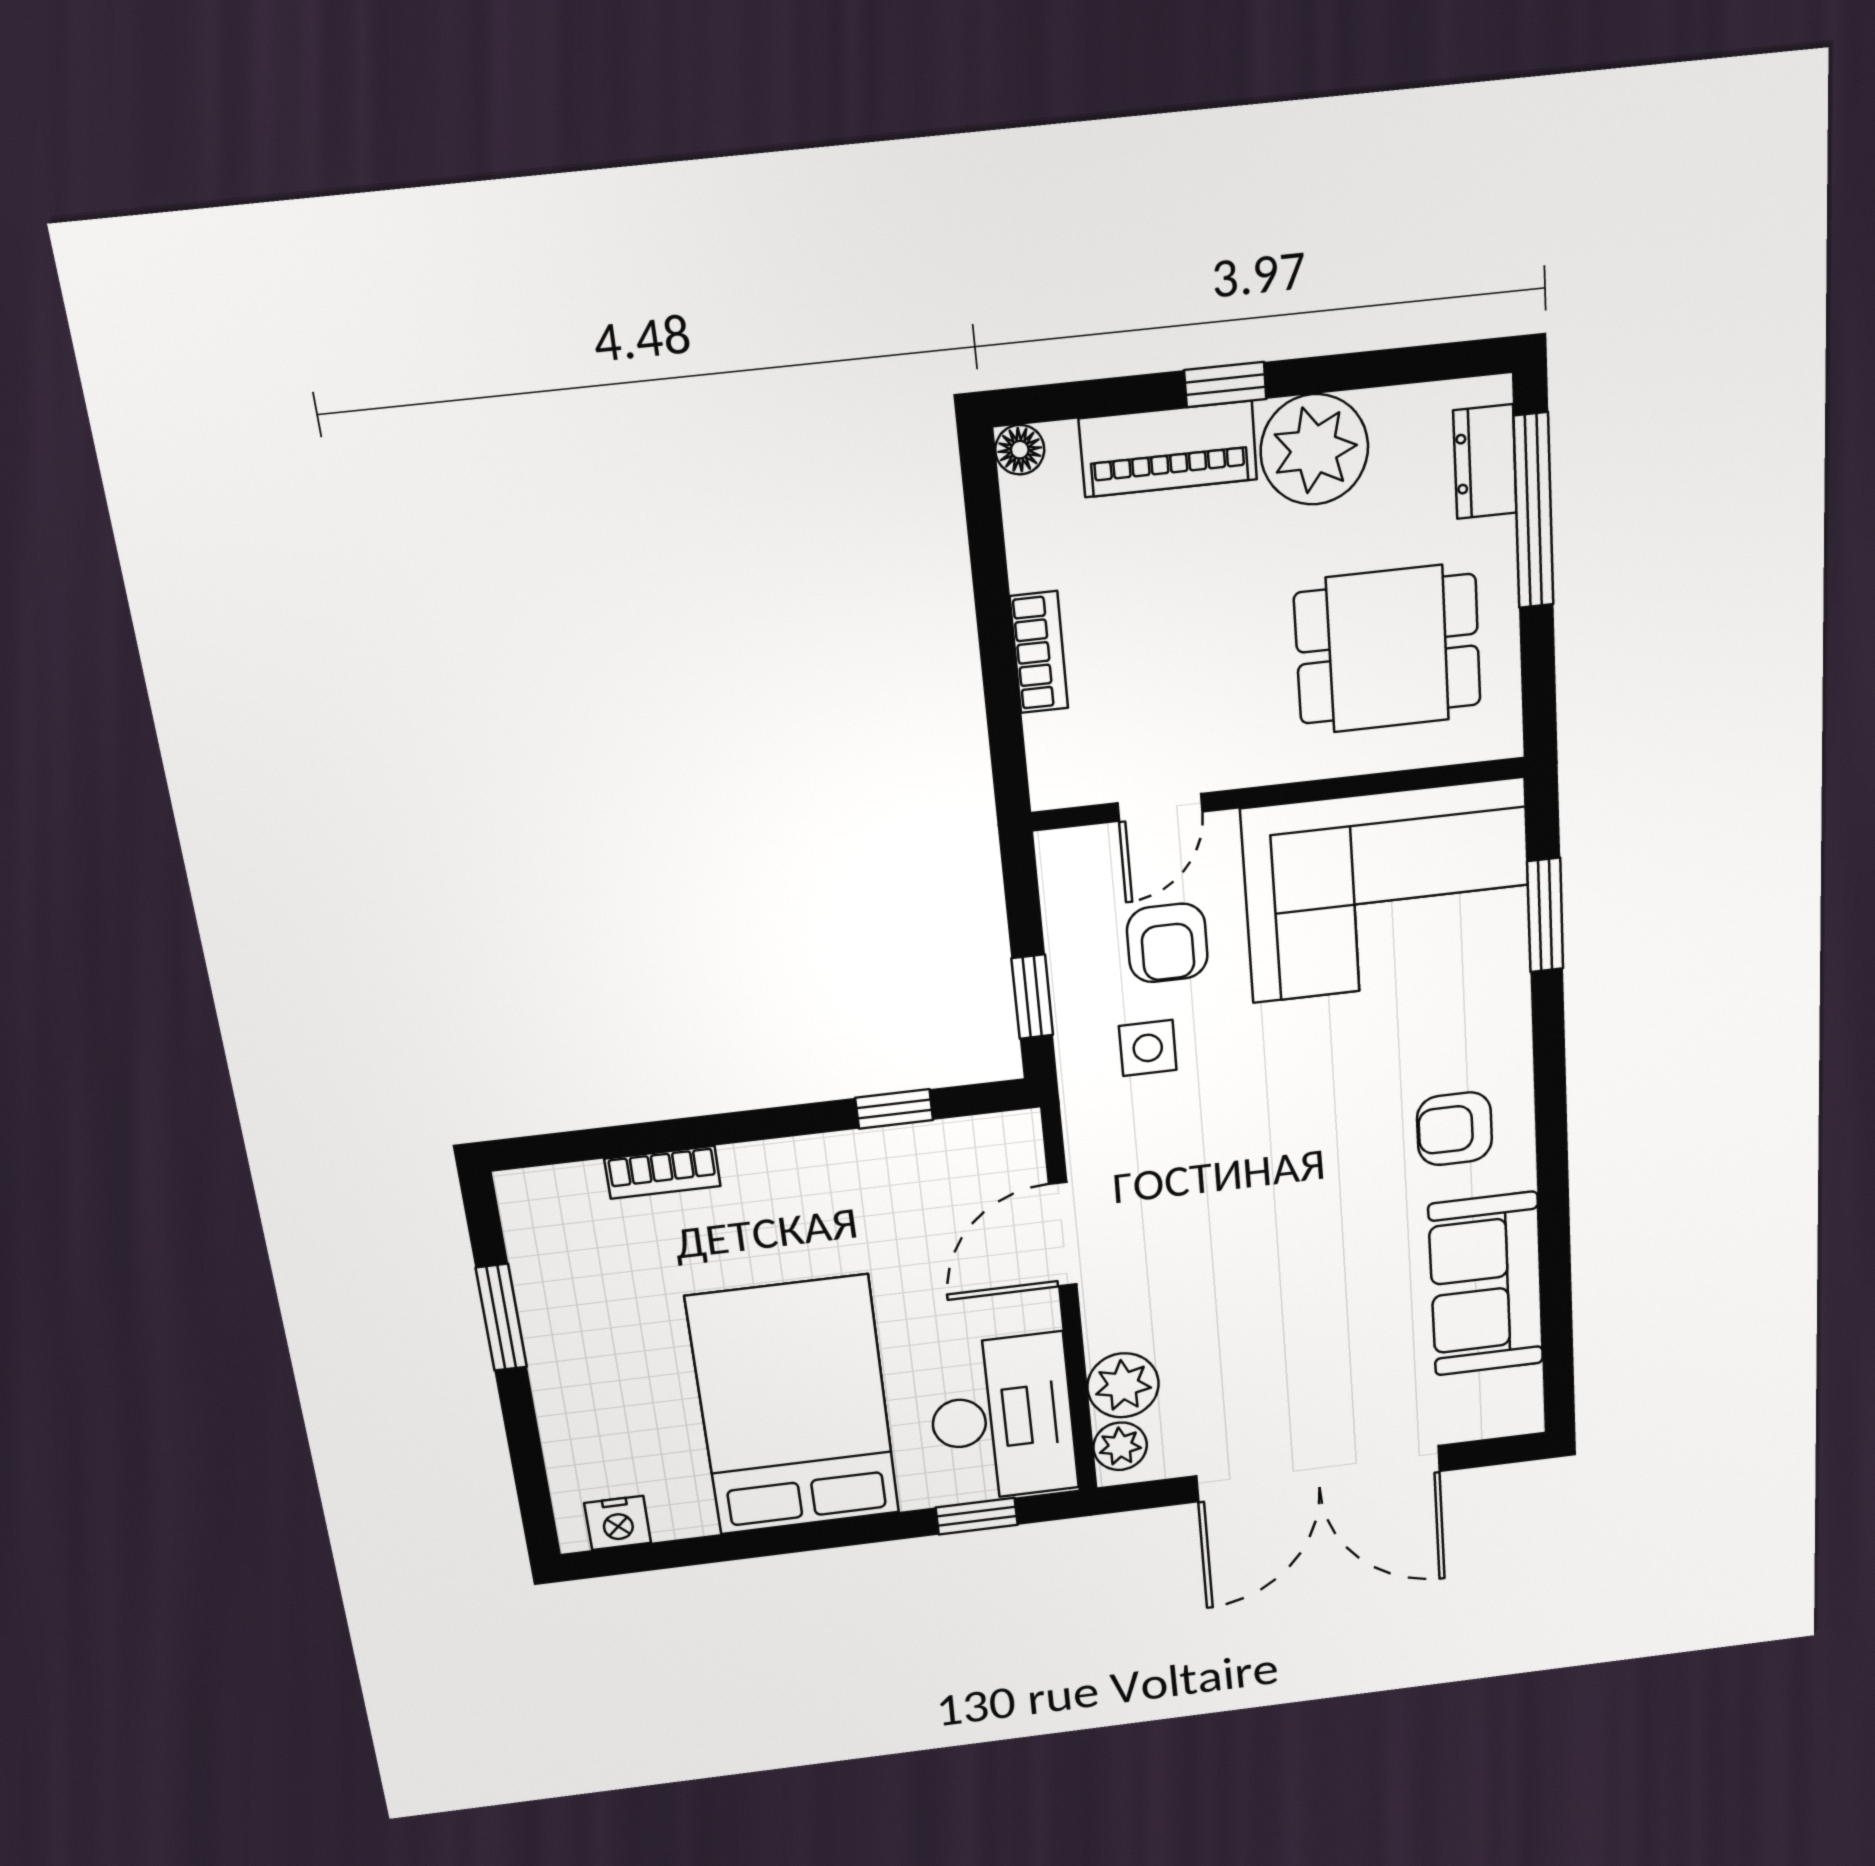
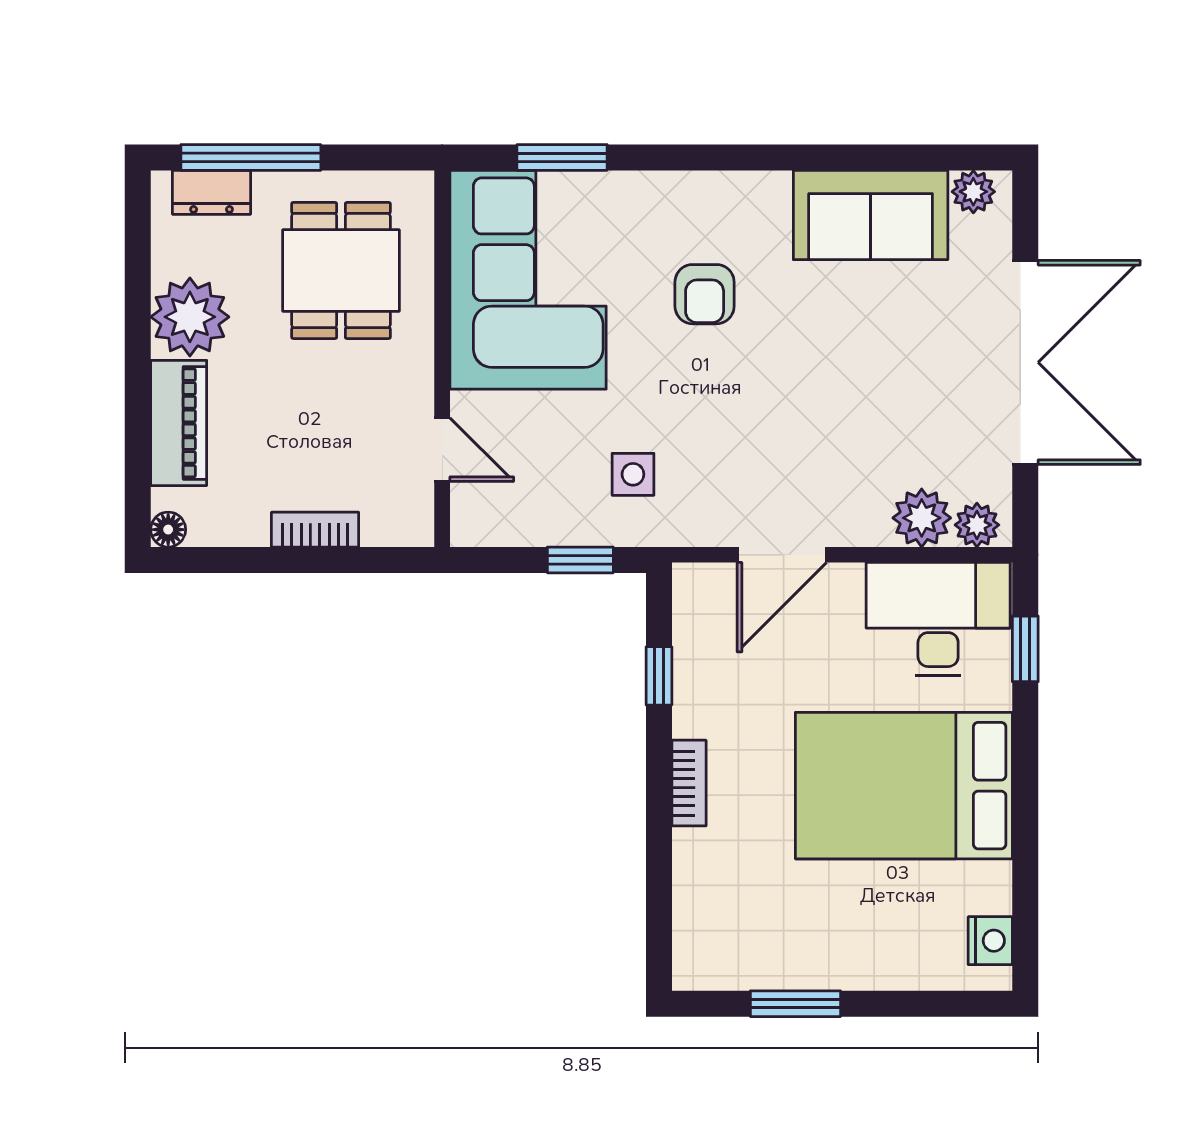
window: (1225, 385) -> (138, 378), removed
armchair: (1167, 943) -> (549, 452), removed
armchair: (1455, 1129) -> (705, 294), moved
bookcase: (662, 1172) -> (689, 783), moved
door: (1063, 1235) -> (782, 555), hinge flipped
plant: (1518, 1393) -> (973, 192), added

